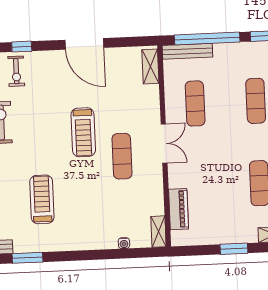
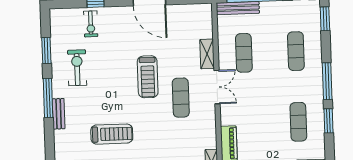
shelving: (150, 67) -> (207, 54), moved
treadmill: (42, 199) -> (112, 134), turned 90

